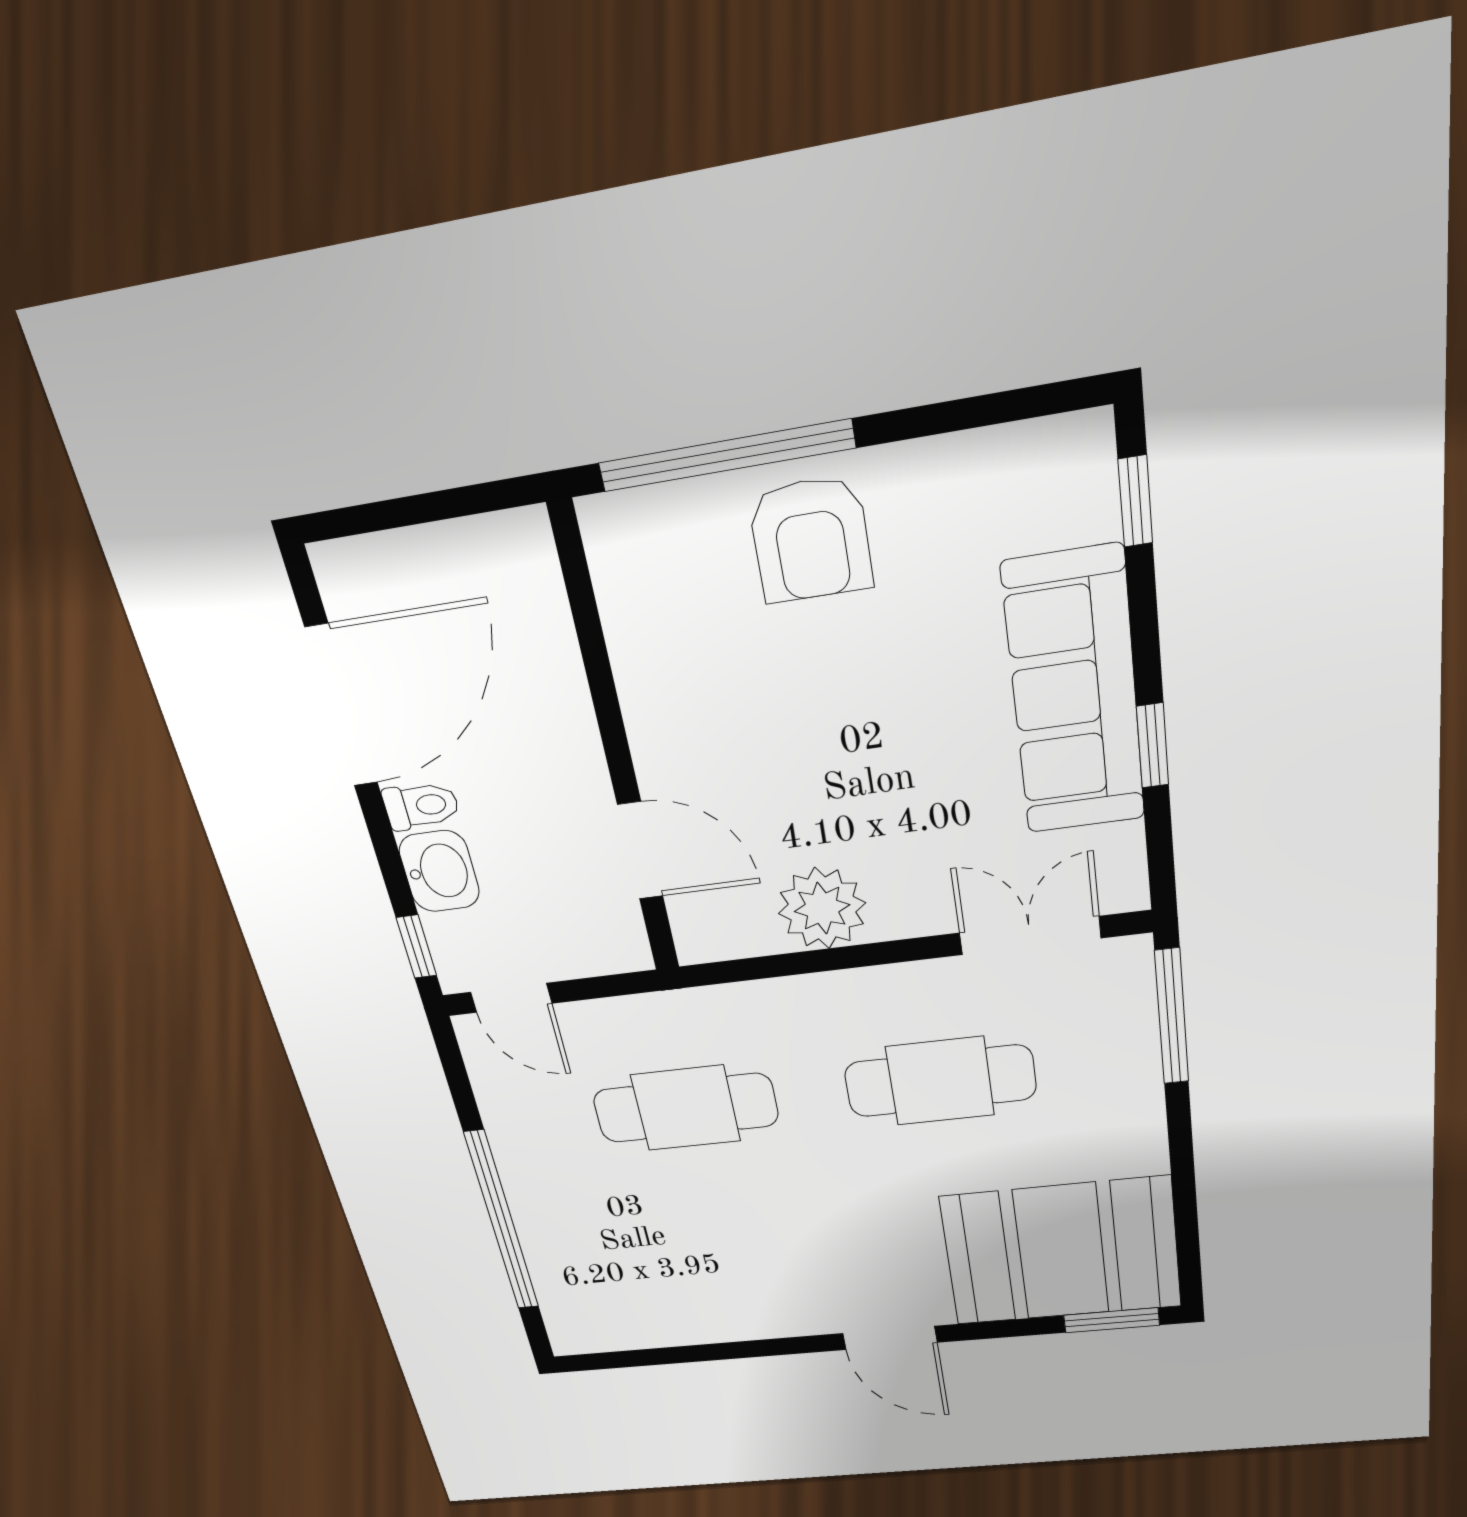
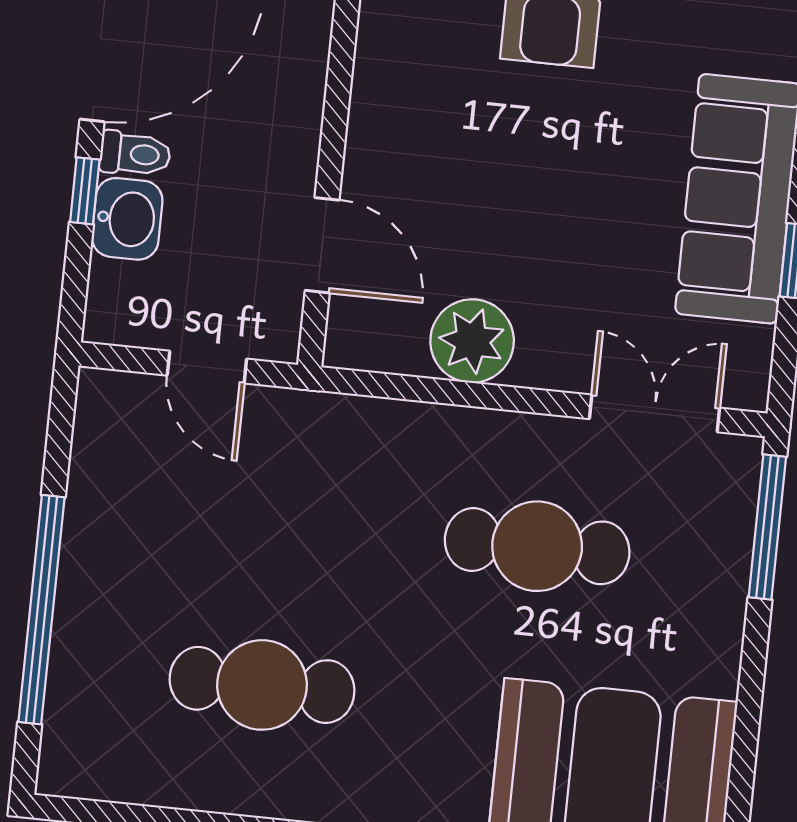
window: (416, 947) -> (85, 191), moved
door: (511, 998) -> (207, 367), moved
cafe table: (686, 1108) -> (262, 685), moved

